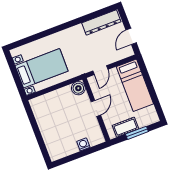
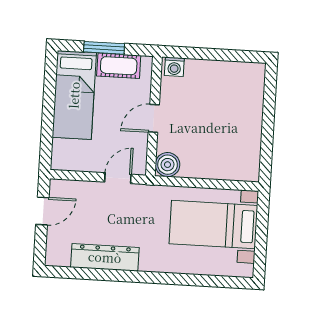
dresser: (101, 22) -> (105, 257), moved
bed: (135, 85) -> (74, 95), moved, turned 180
washing machine: (83, 144) -> (174, 67), moved

